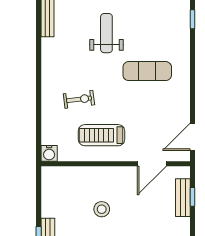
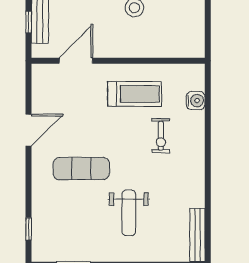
exercise bike: (79, 99) -> (161, 136), turned -83
door: (193, 137) -> (29, 130), moved
water cooler: (49, 153) -> (196, 101), moved, turned 90

